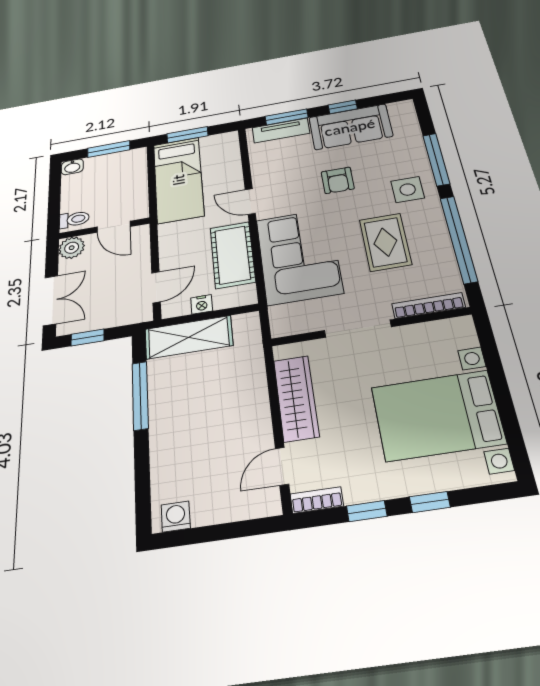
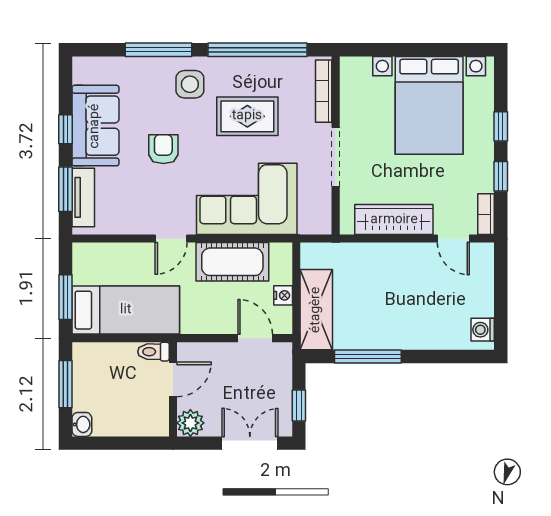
armchair: (338, 180) -> (163, 149), turned -90
toilet: (74, 219) -> (154, 352), moved, turned -90

